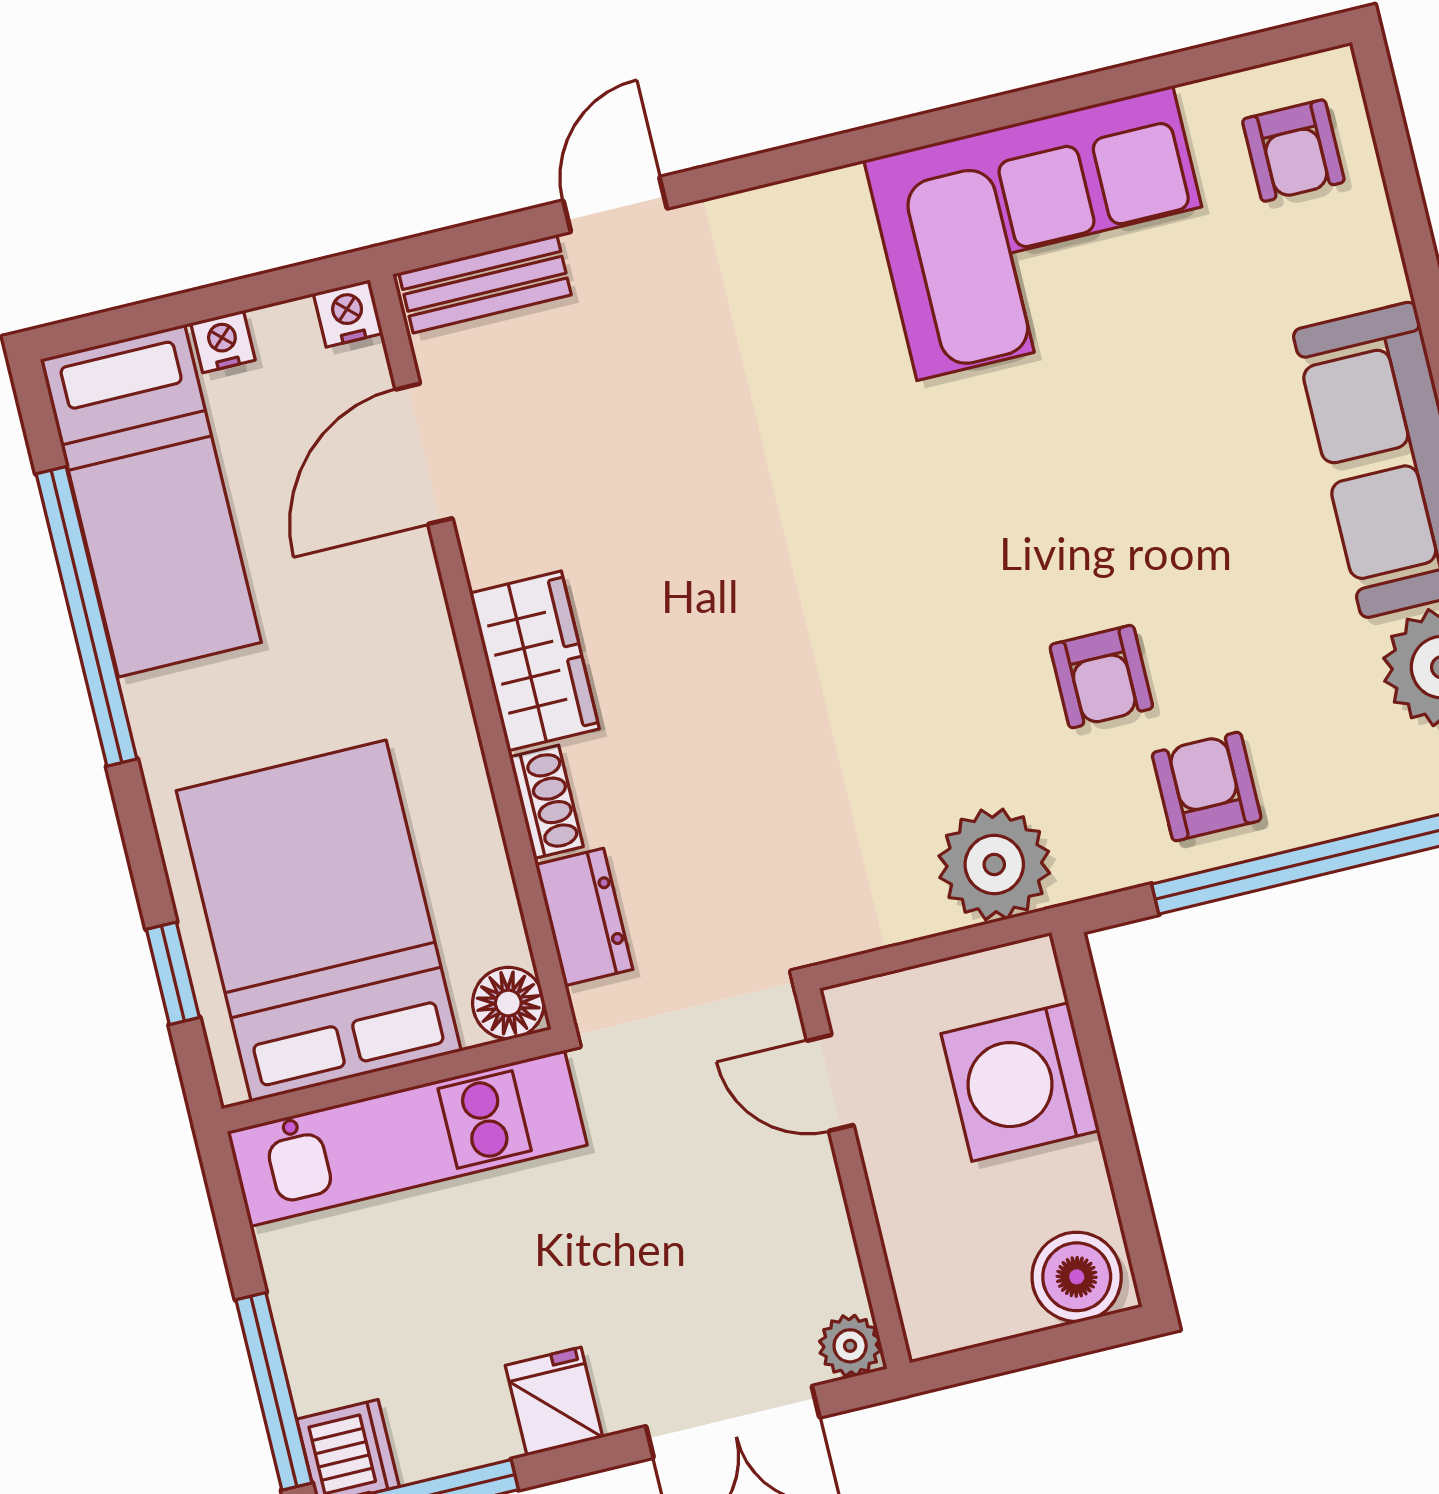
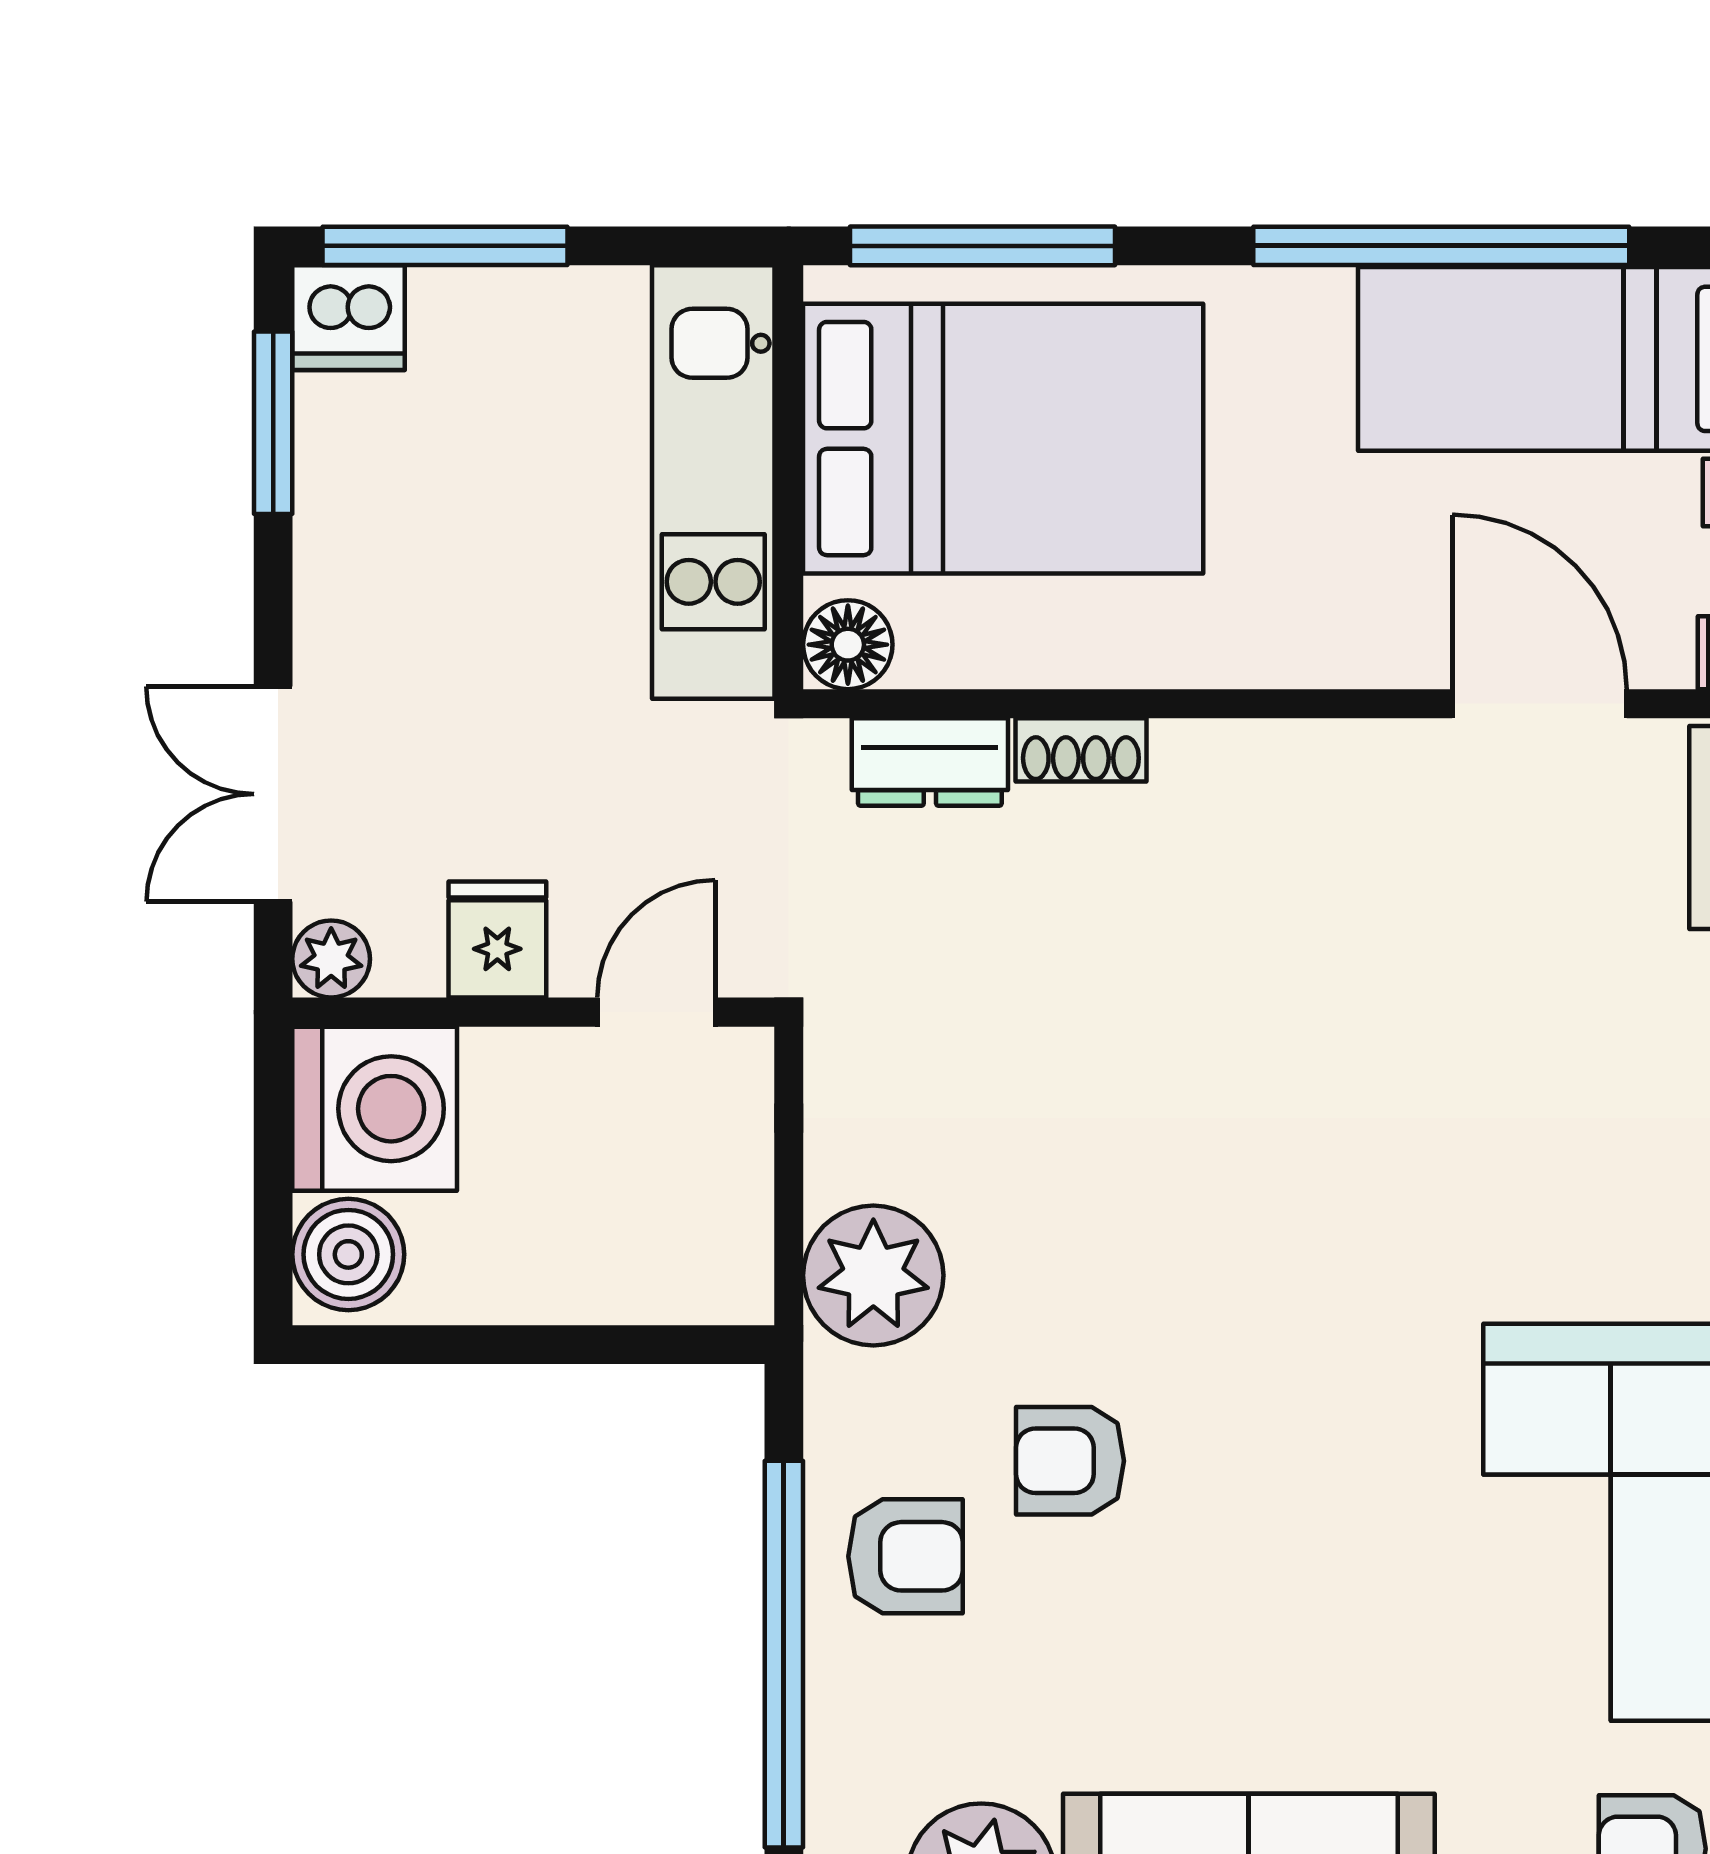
wardrobe: (535, 661) -> (1256, 777), removed
window: (173, 973) -> (982, 246), width x2.17
washing machine: (1020, 1082) -> (375, 1109), moved, turned 90
fridge: (554, 1401) -> (497, 940), moved, turned -90

